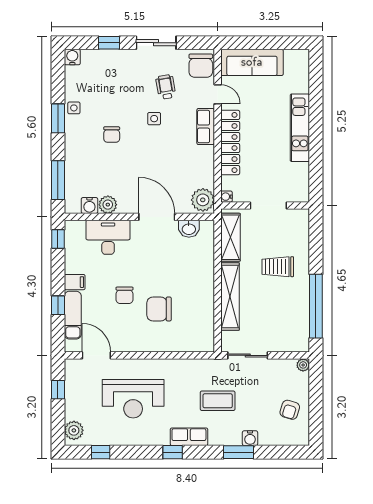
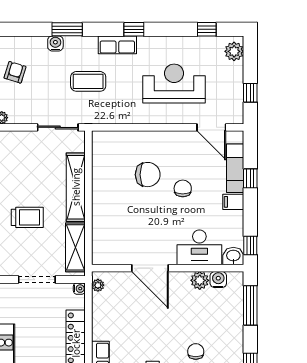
plant: (203, 200) -> (98, 285), width x0.53, depth x0.53
washbasin: (189, 229) -> (233, 256), moved

